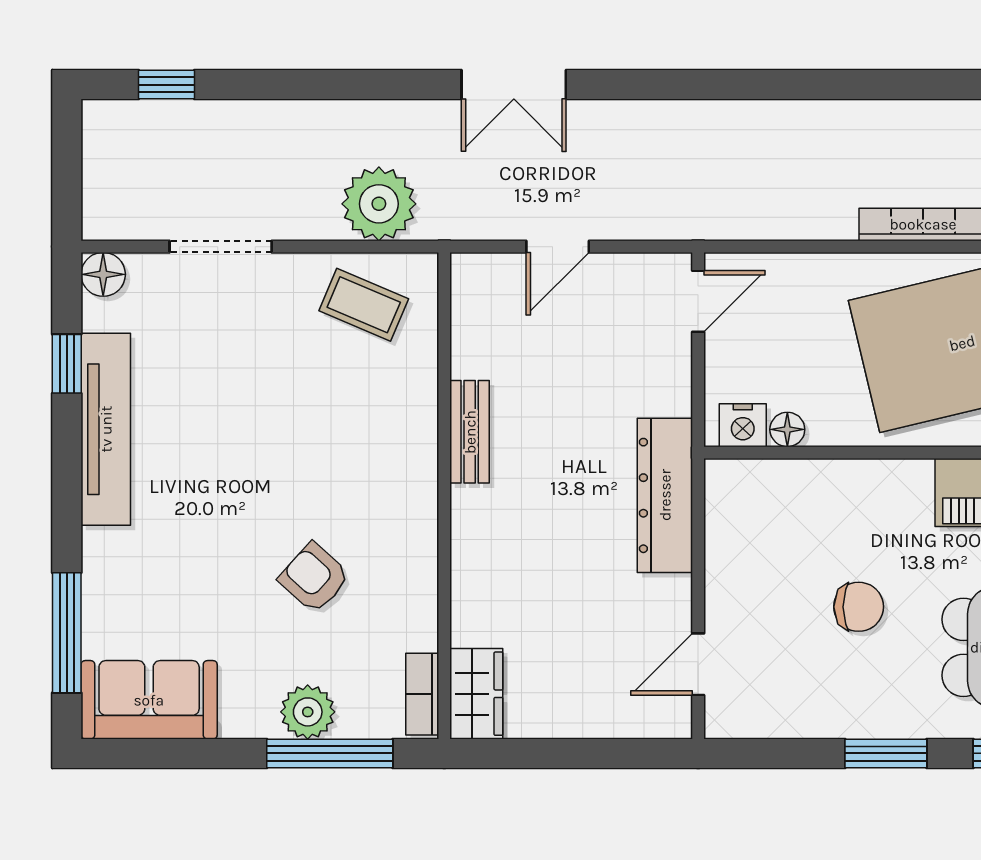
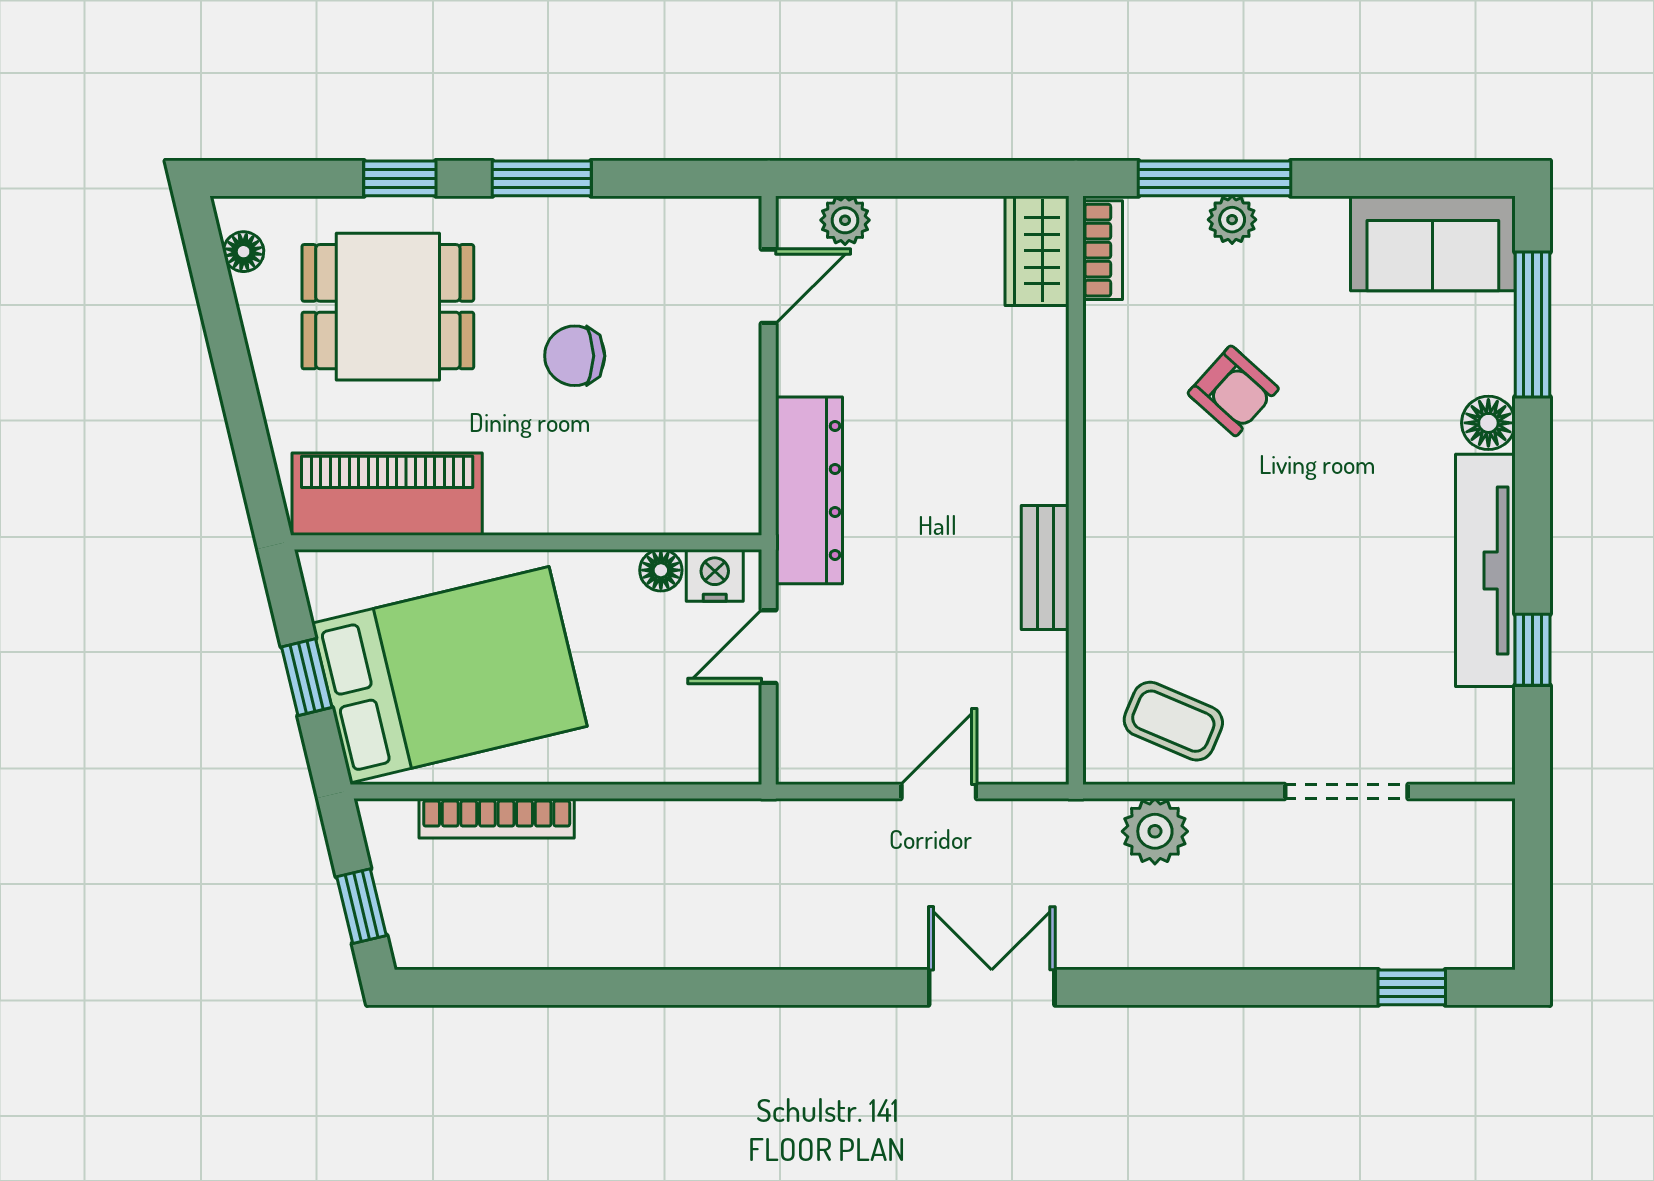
plant: (379, 204) -> (1155, 831), width x0.73, depth x0.73
floor lamp: (103, 274) -> (1488, 423), moved
door: (698, 301) -> (769, 647), moved
plant: (308, 712) -> (1232, 220), width x0.73, depth x0.73
plant: (635, 719) -> (845, 220), added

